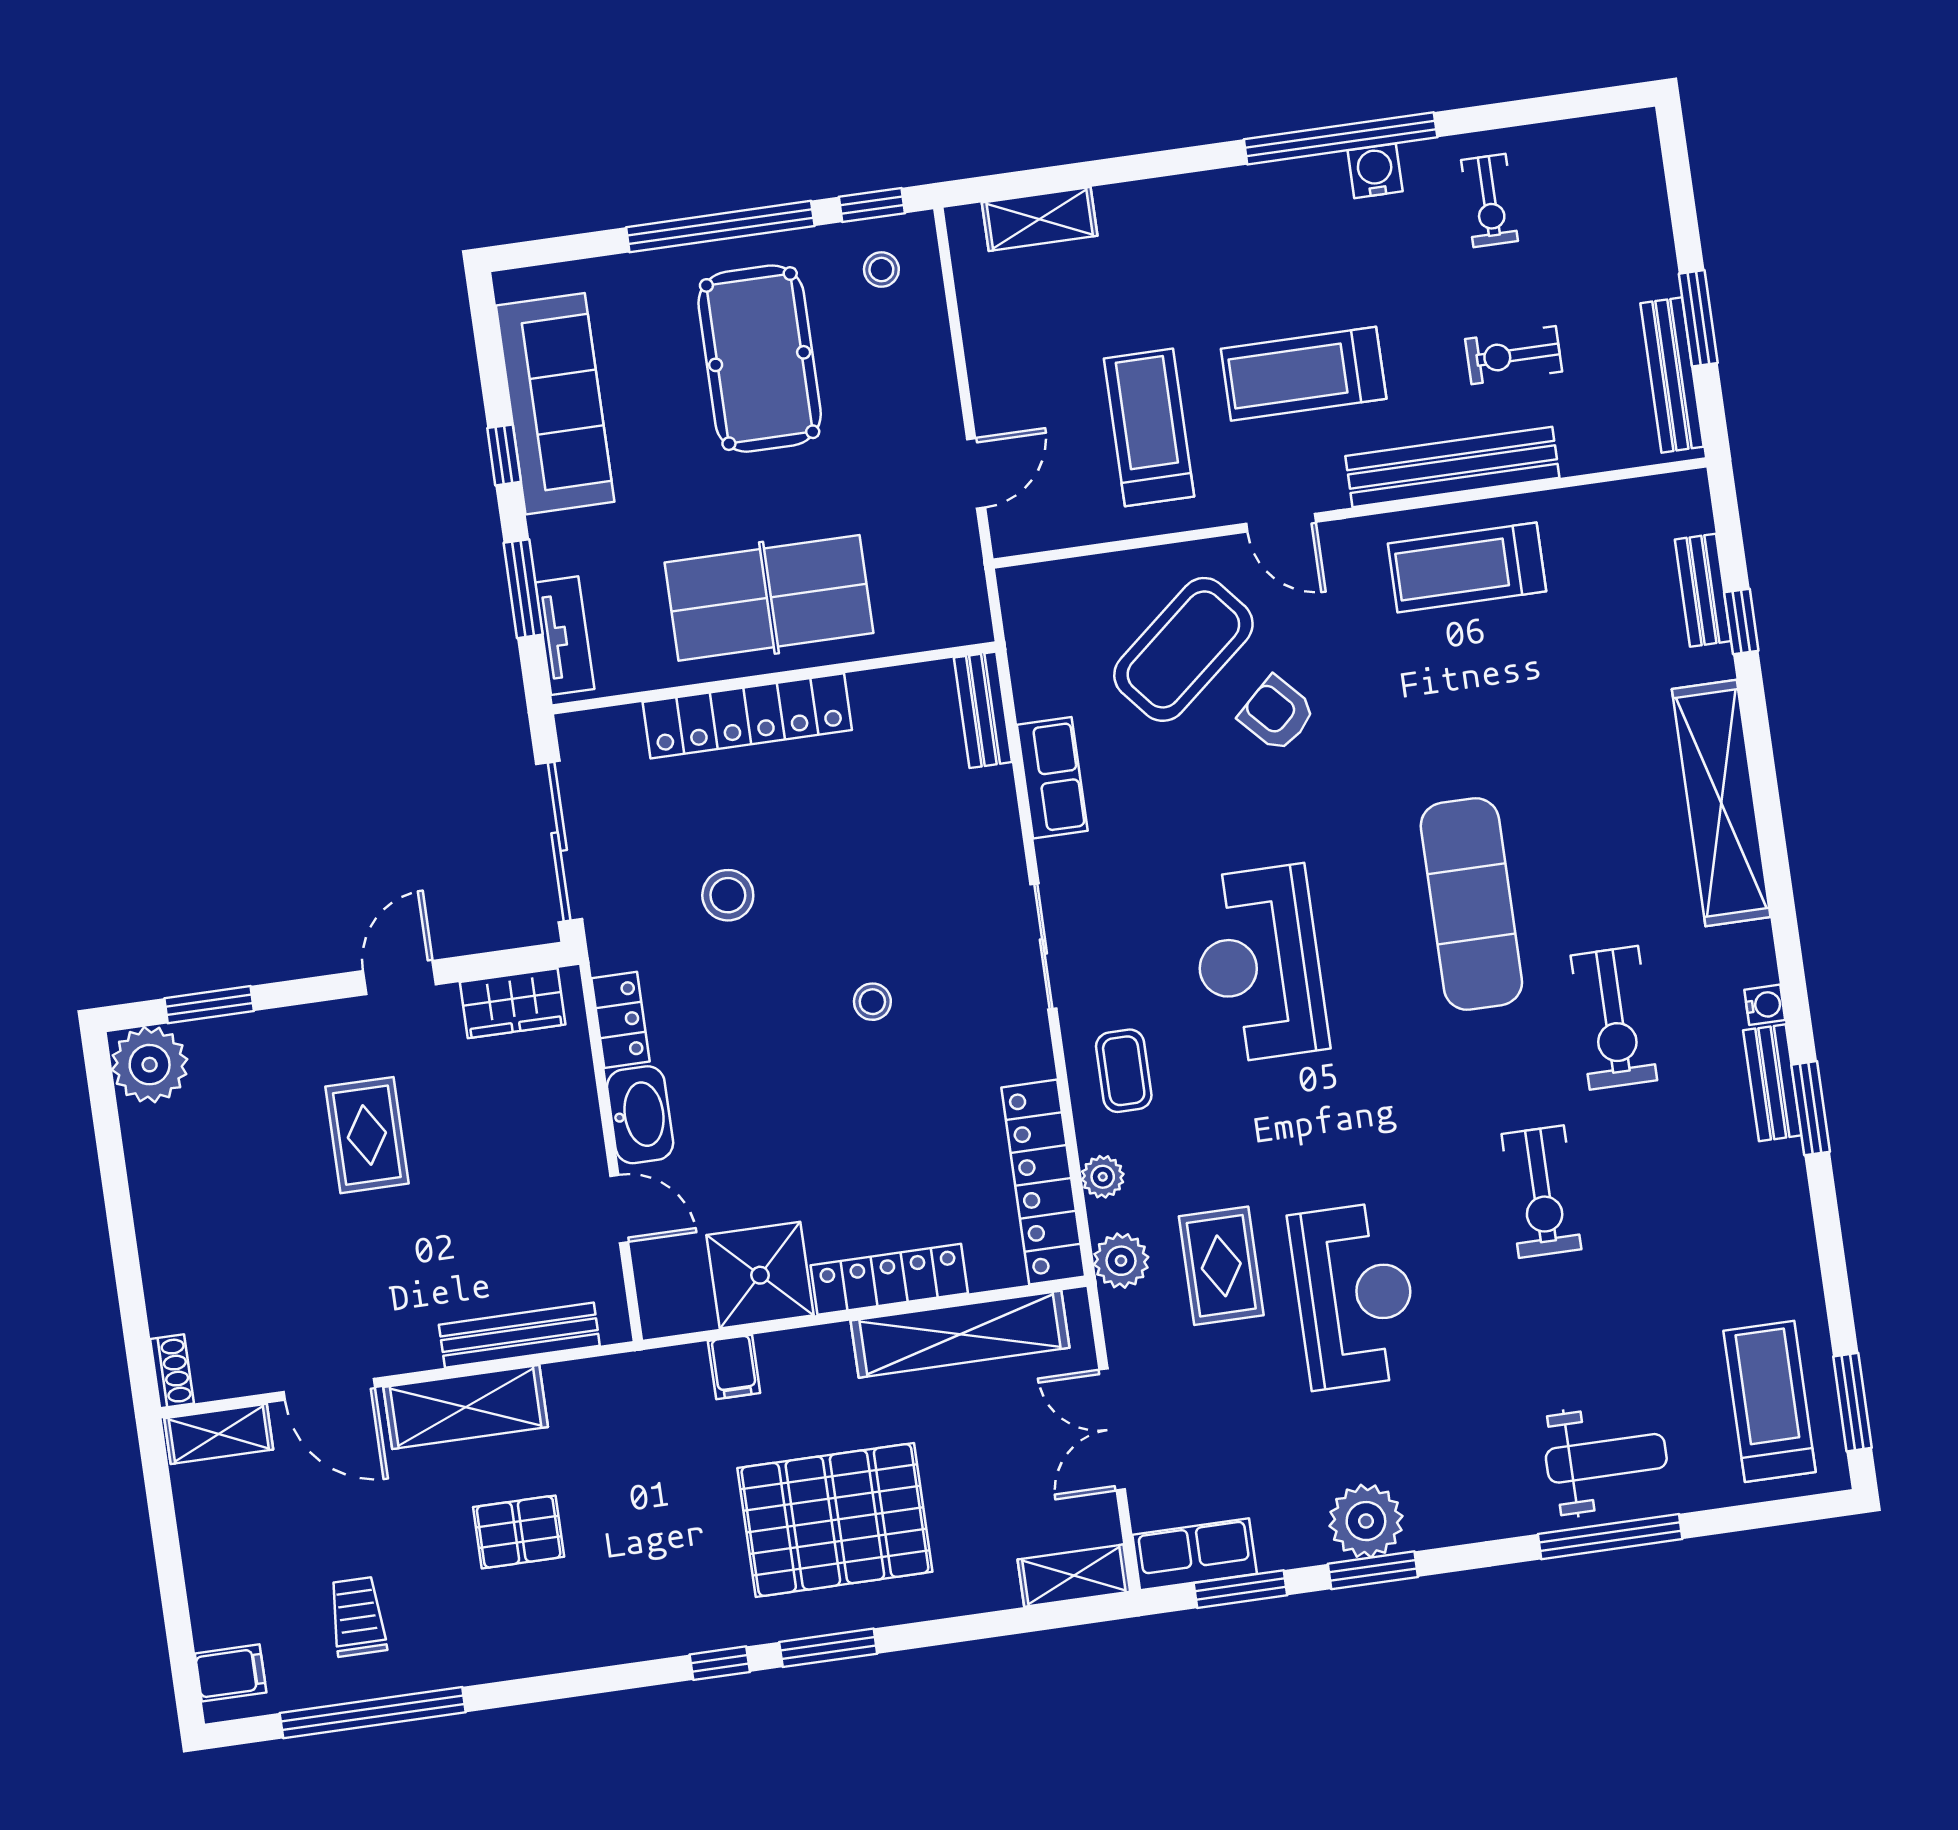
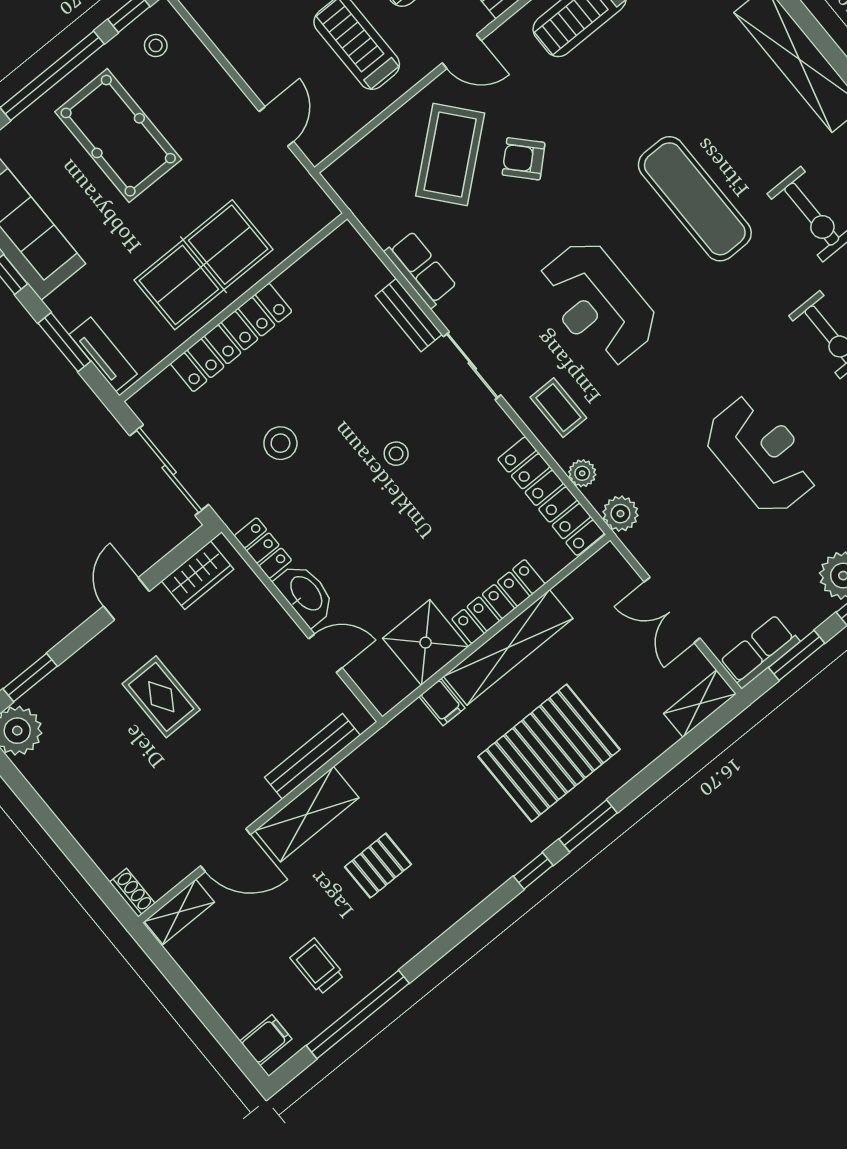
bench: (983, 710) -> (409, 315), moved
rug: (1221, 1266) -> (678, 483), removed
shelving: (960, 1334) -> (508, 647), moved

